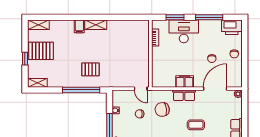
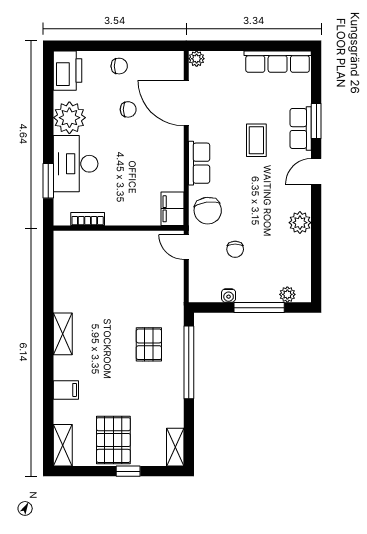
window: (209, 17) -> (48, 115), removed
filing cabinet: (79, 26) -> (66, 390), moved
plant: (208, 28) -> (69, 118), added
filing cabinet: (185, 81) -> (173, 209), moved
door: (141, 89) -> (186, 247), swing flipped
chair: (162, 109) -> (208, 211), moved

